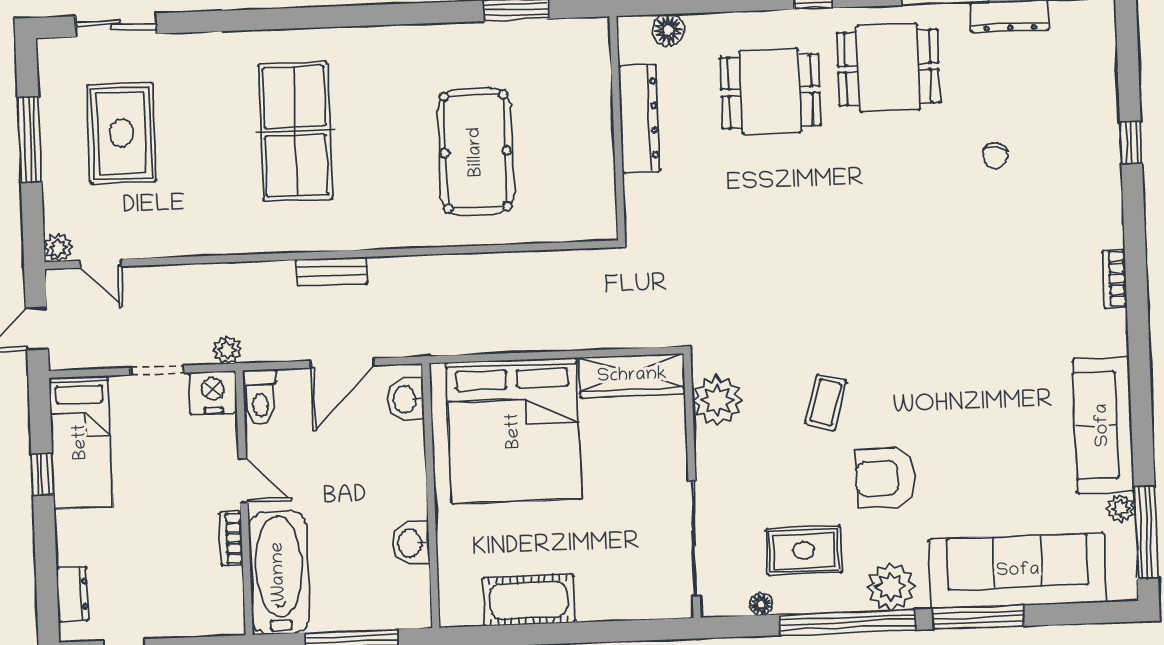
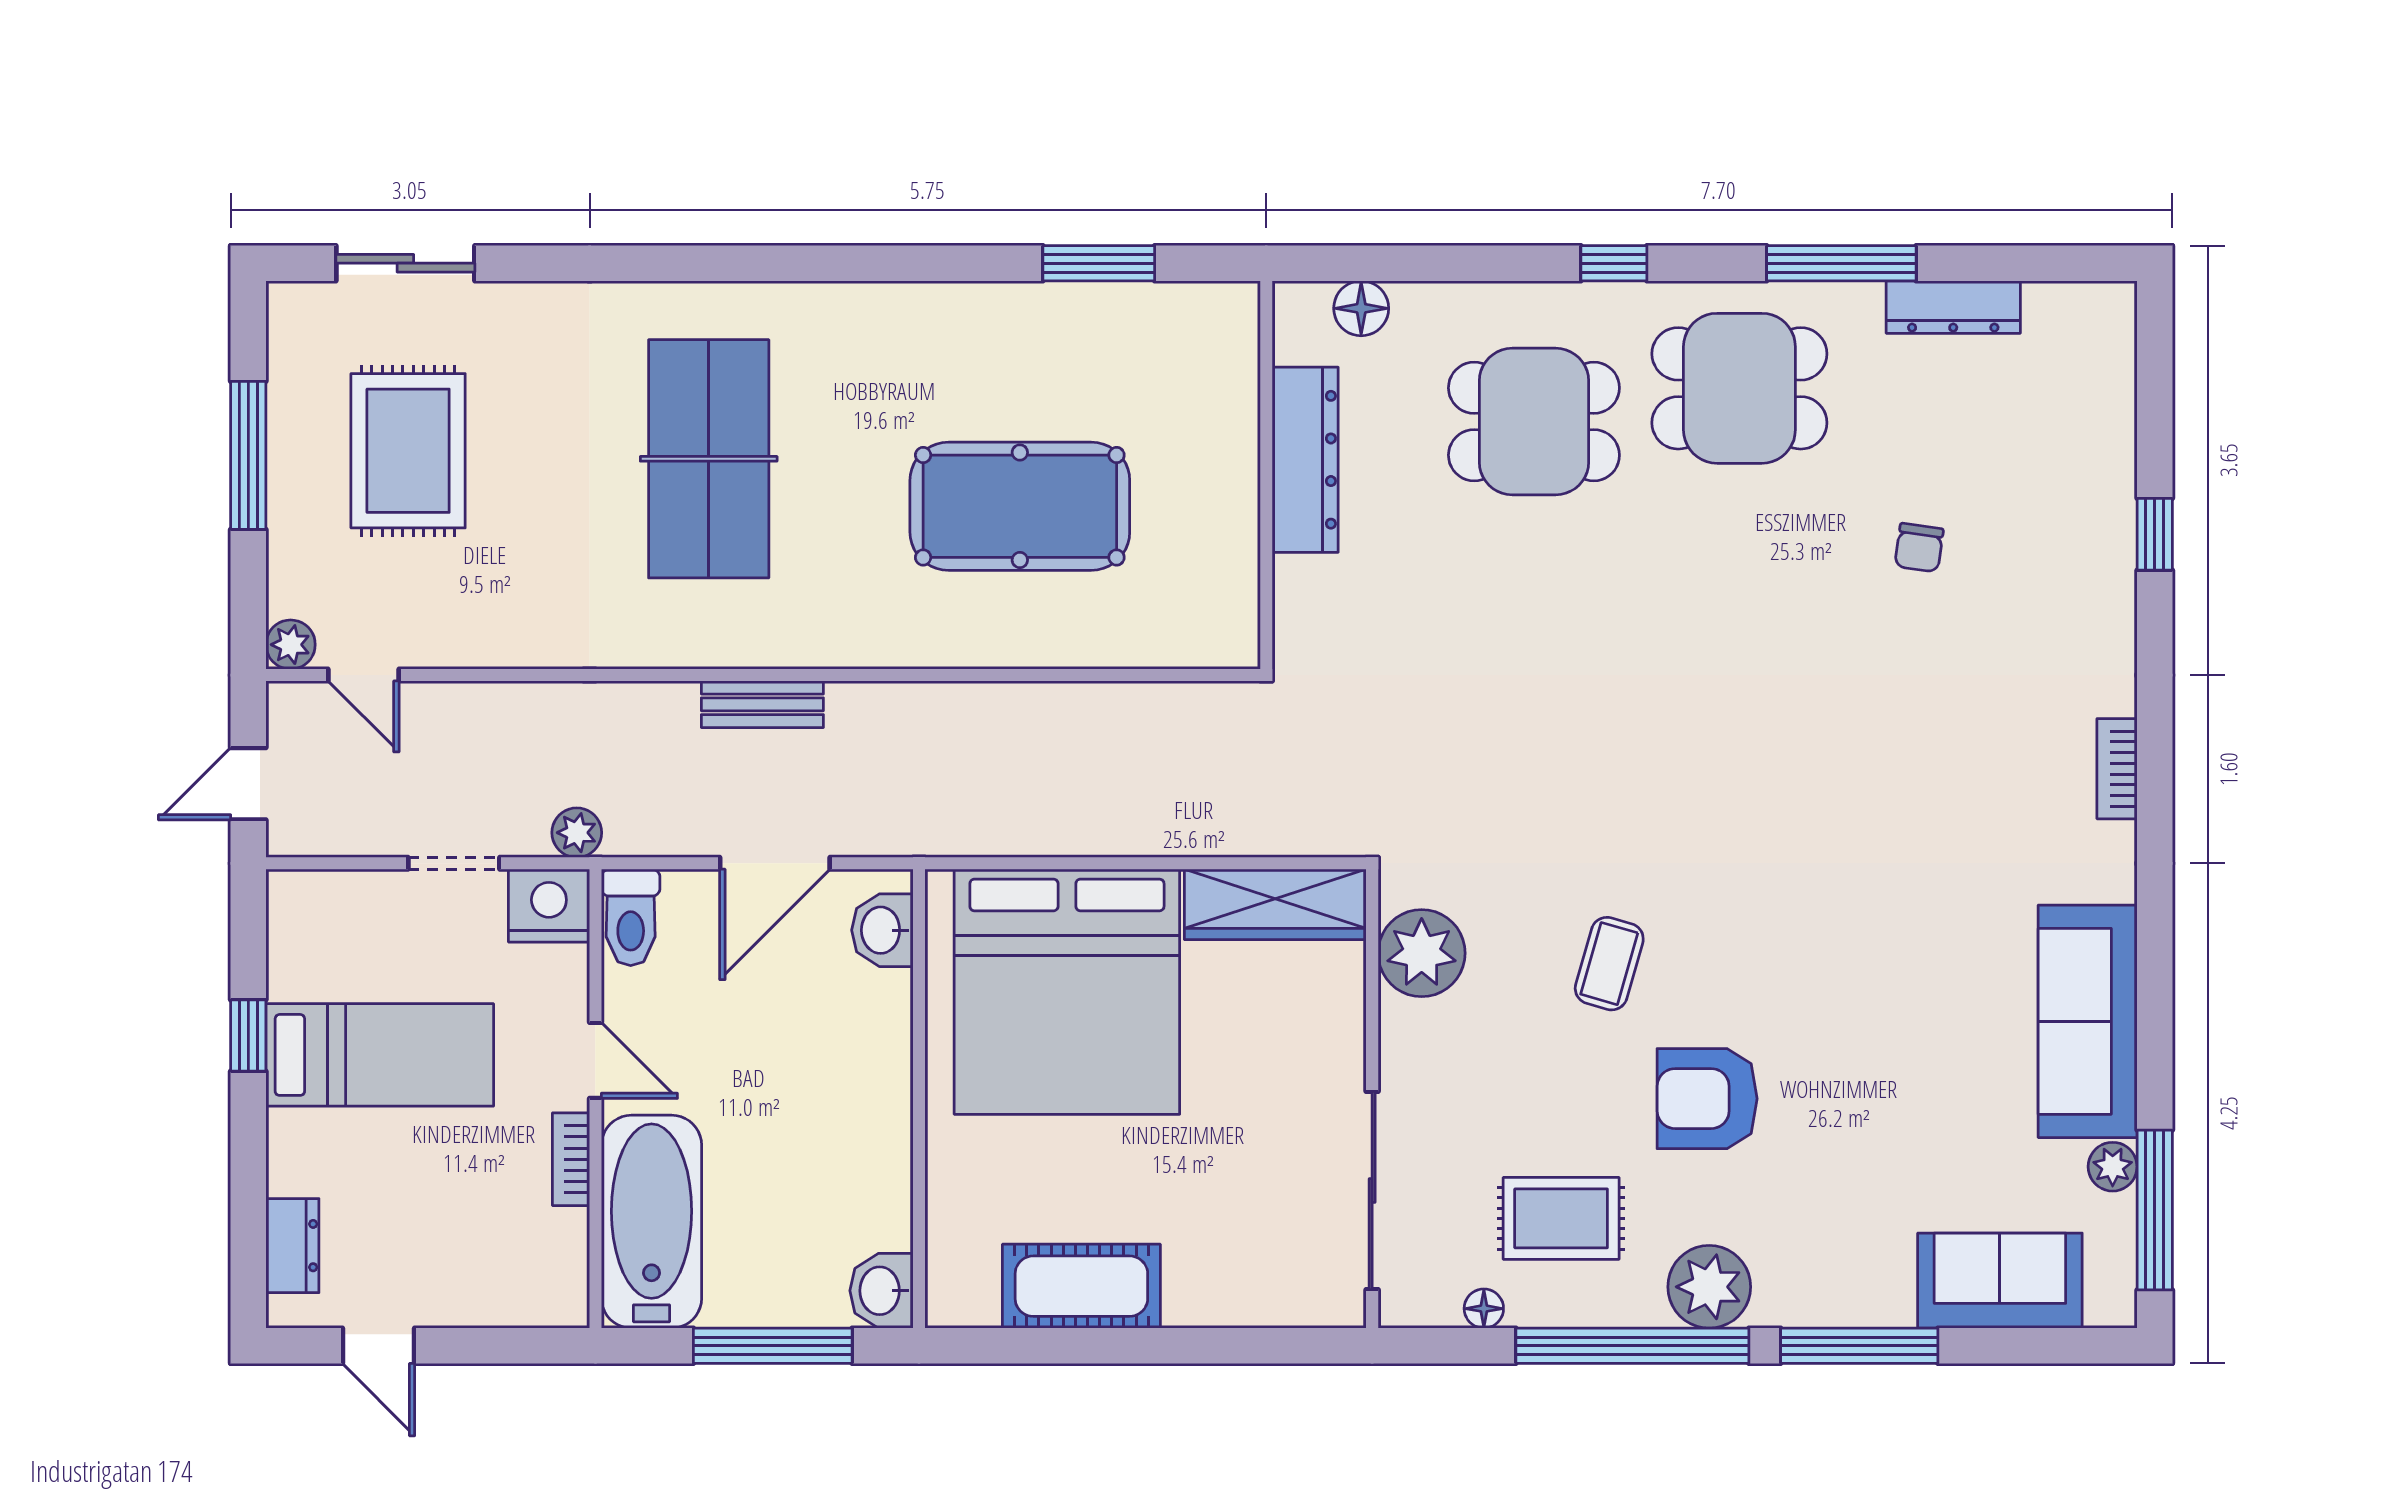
pool table: (476, 152) -> (1020, 506), turned 90
bed: (81, 442) -> (380, 1055), moved, turned -90
washbasin: (411, 543) -> (882, 1291), moved
sofa: (1018, 571) -> (2000, 1281), width x0.54, depth x0.79

